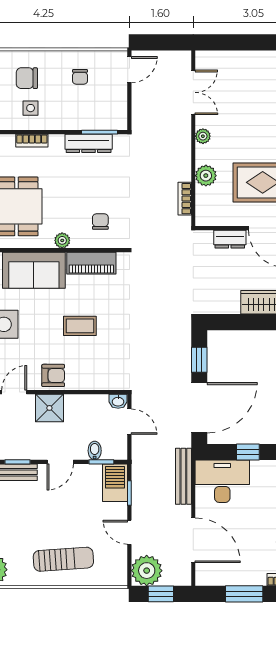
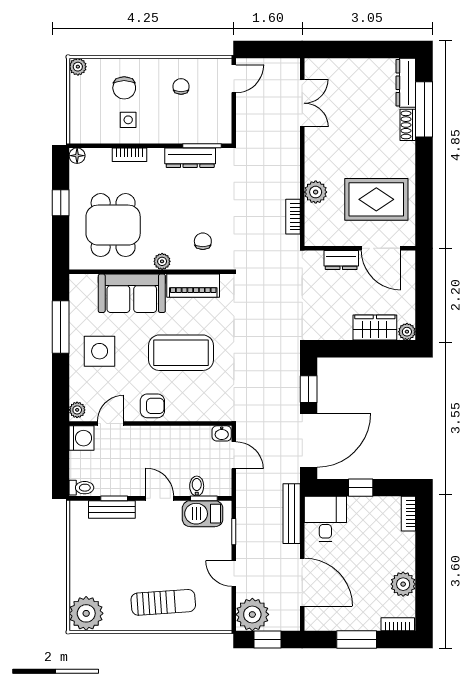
chair: (80, 77) -> (181, 86), turned 180
chair: (27, 78) -> (124, 88), turned -90
plant: (203, 136) -> (312, 150), removed
coffee table: (80, 326) -> (181, 353), width x1.86, depth x1.72
shower: (49, 408) -> (148, 441), removed
door: (60, 462) -> (160, 498), swing flipped
desk: (222, 481) -> (325, 519), width x0.73
barbecue: (115, 483) -> (203, 514), moved, turned -90

